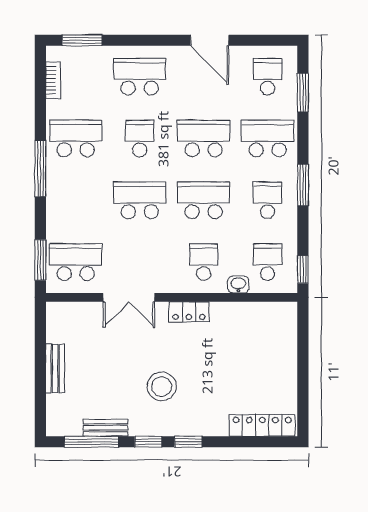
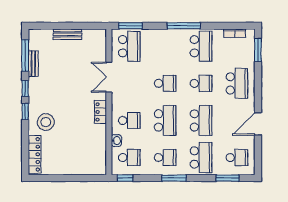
school desk: (140, 200) -> (165, 83), width x0.54
stool: (162, 386) -> (46, 122), moved

